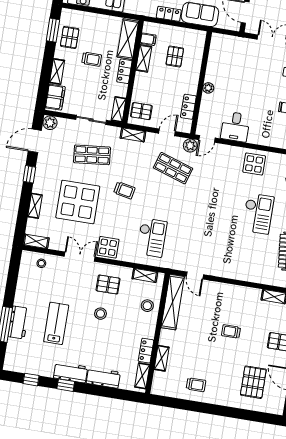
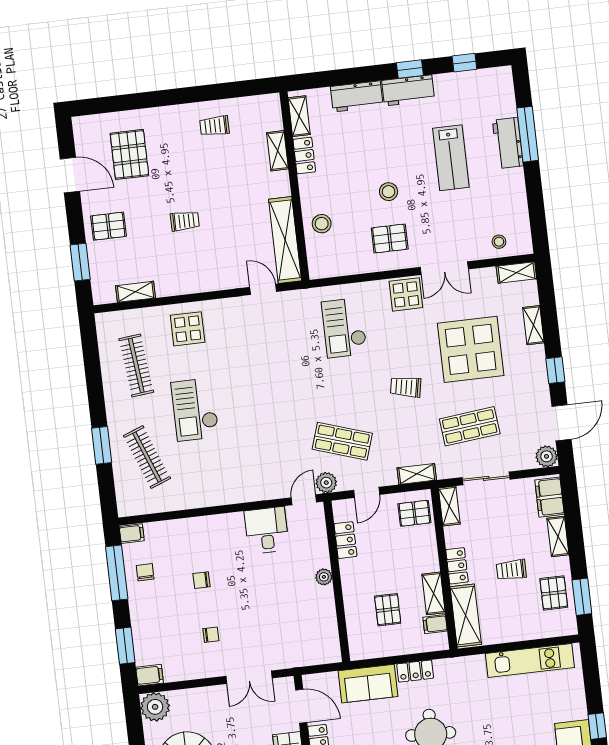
display table: (254, 164) -> (188, 329), moved
shelving: (145, 275) -> (338, 268), removed

